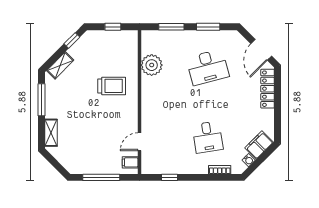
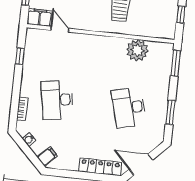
window: (171, 27) -> (176, 63), moved
desk: (208, 137) -> (57, 100), width x1.37
filing cabinet: (259, 145) -> (47, 157), width x0.50
filing cabinet: (130, 162) -> (40, 18), width x2.00

